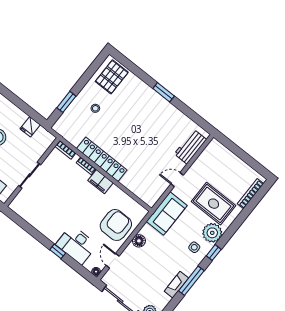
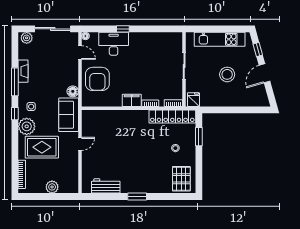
fridge: (30, 127) -> (193, 100), moved
workbench: (190, 147) -> (106, 186), moved, turned -90
locker: (102, 159) -> (172, 117), moved
plant: (232, 161) -> (52, 187), added
floor lamp: (139, 241) -> (73, 91), moved

